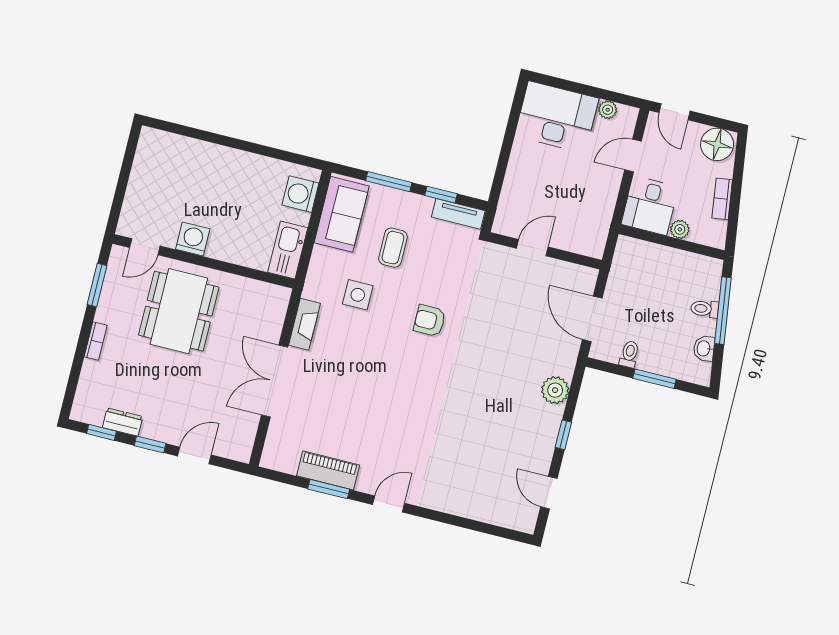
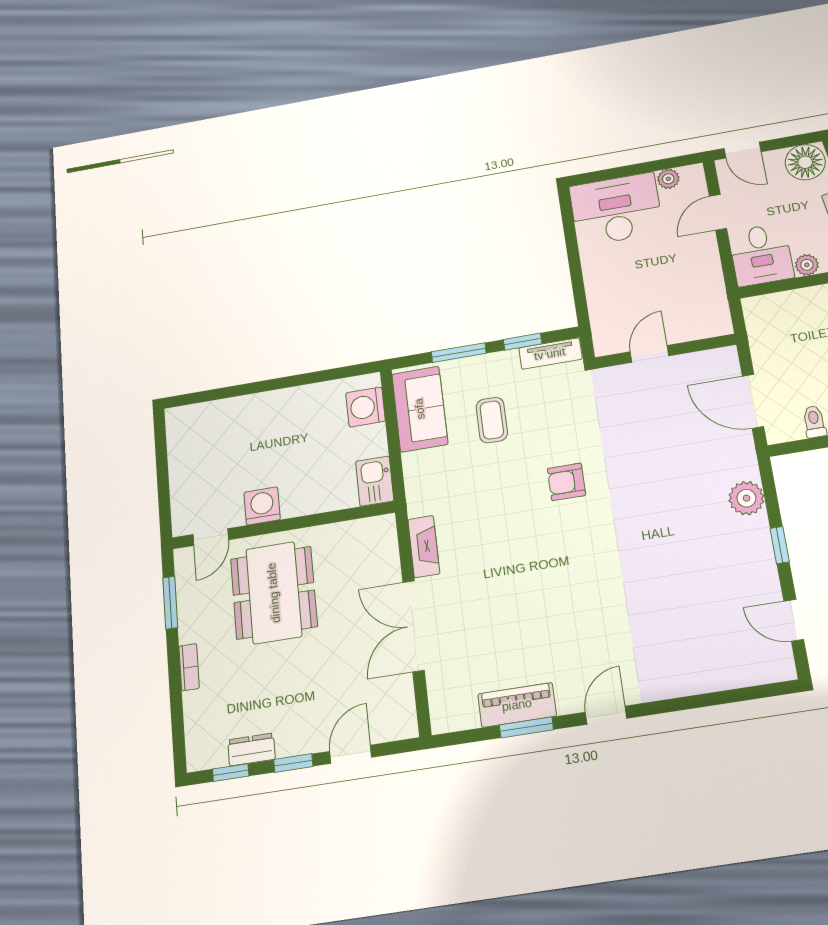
kitchen sink: (288, 250) -> (375, 481), width x0.73
side table: (358, 295) -> (472, 488), removed

